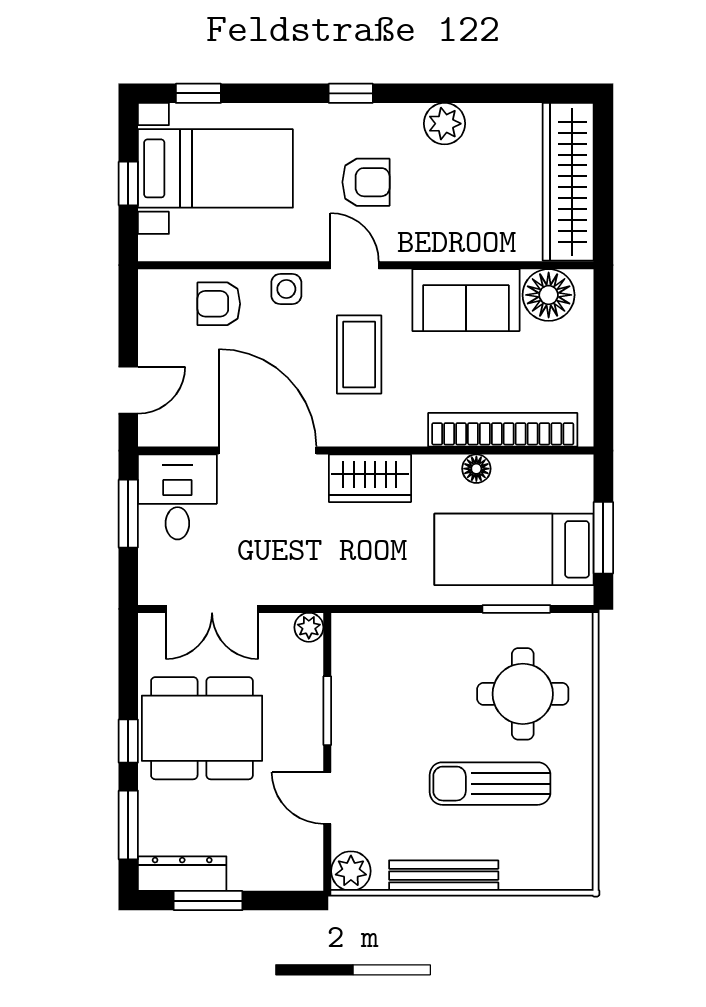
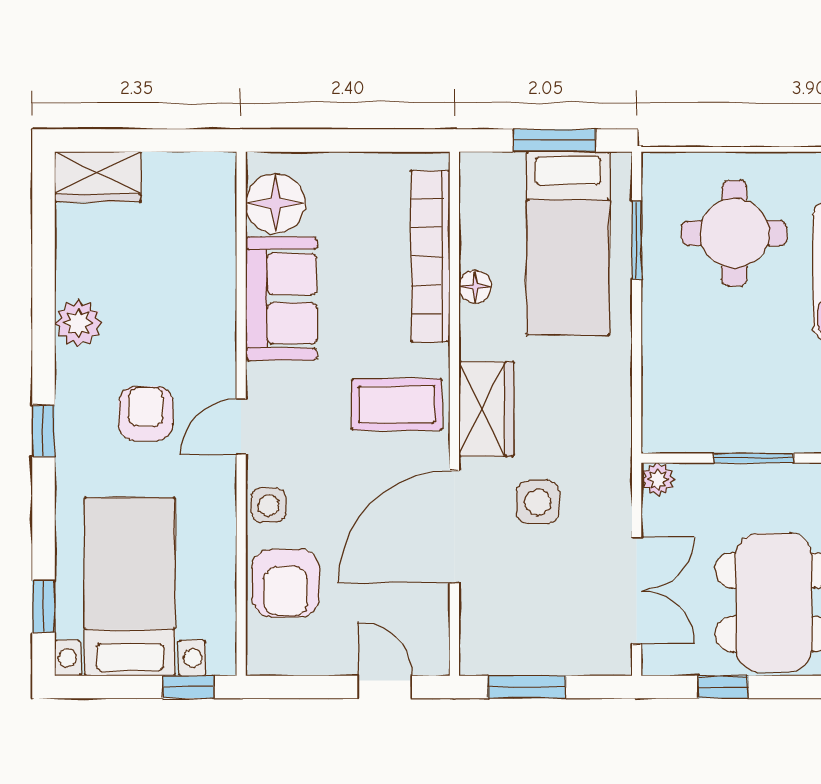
wardrobe: (568, 182) -> (98, 177), width x0.48, depth x0.85
window: (128, 183) -> (188, 687), moved
armchair: (219, 304) -> (286, 583), width x1.38, depth x1.38
coffee table: (359, 354) -> (397, 404), moved
desk: (177, 497) -> (508, 630), removed
side table: (289, 523) -> (538, 502), added
window: (128, 741) -> (723, 687), moved

